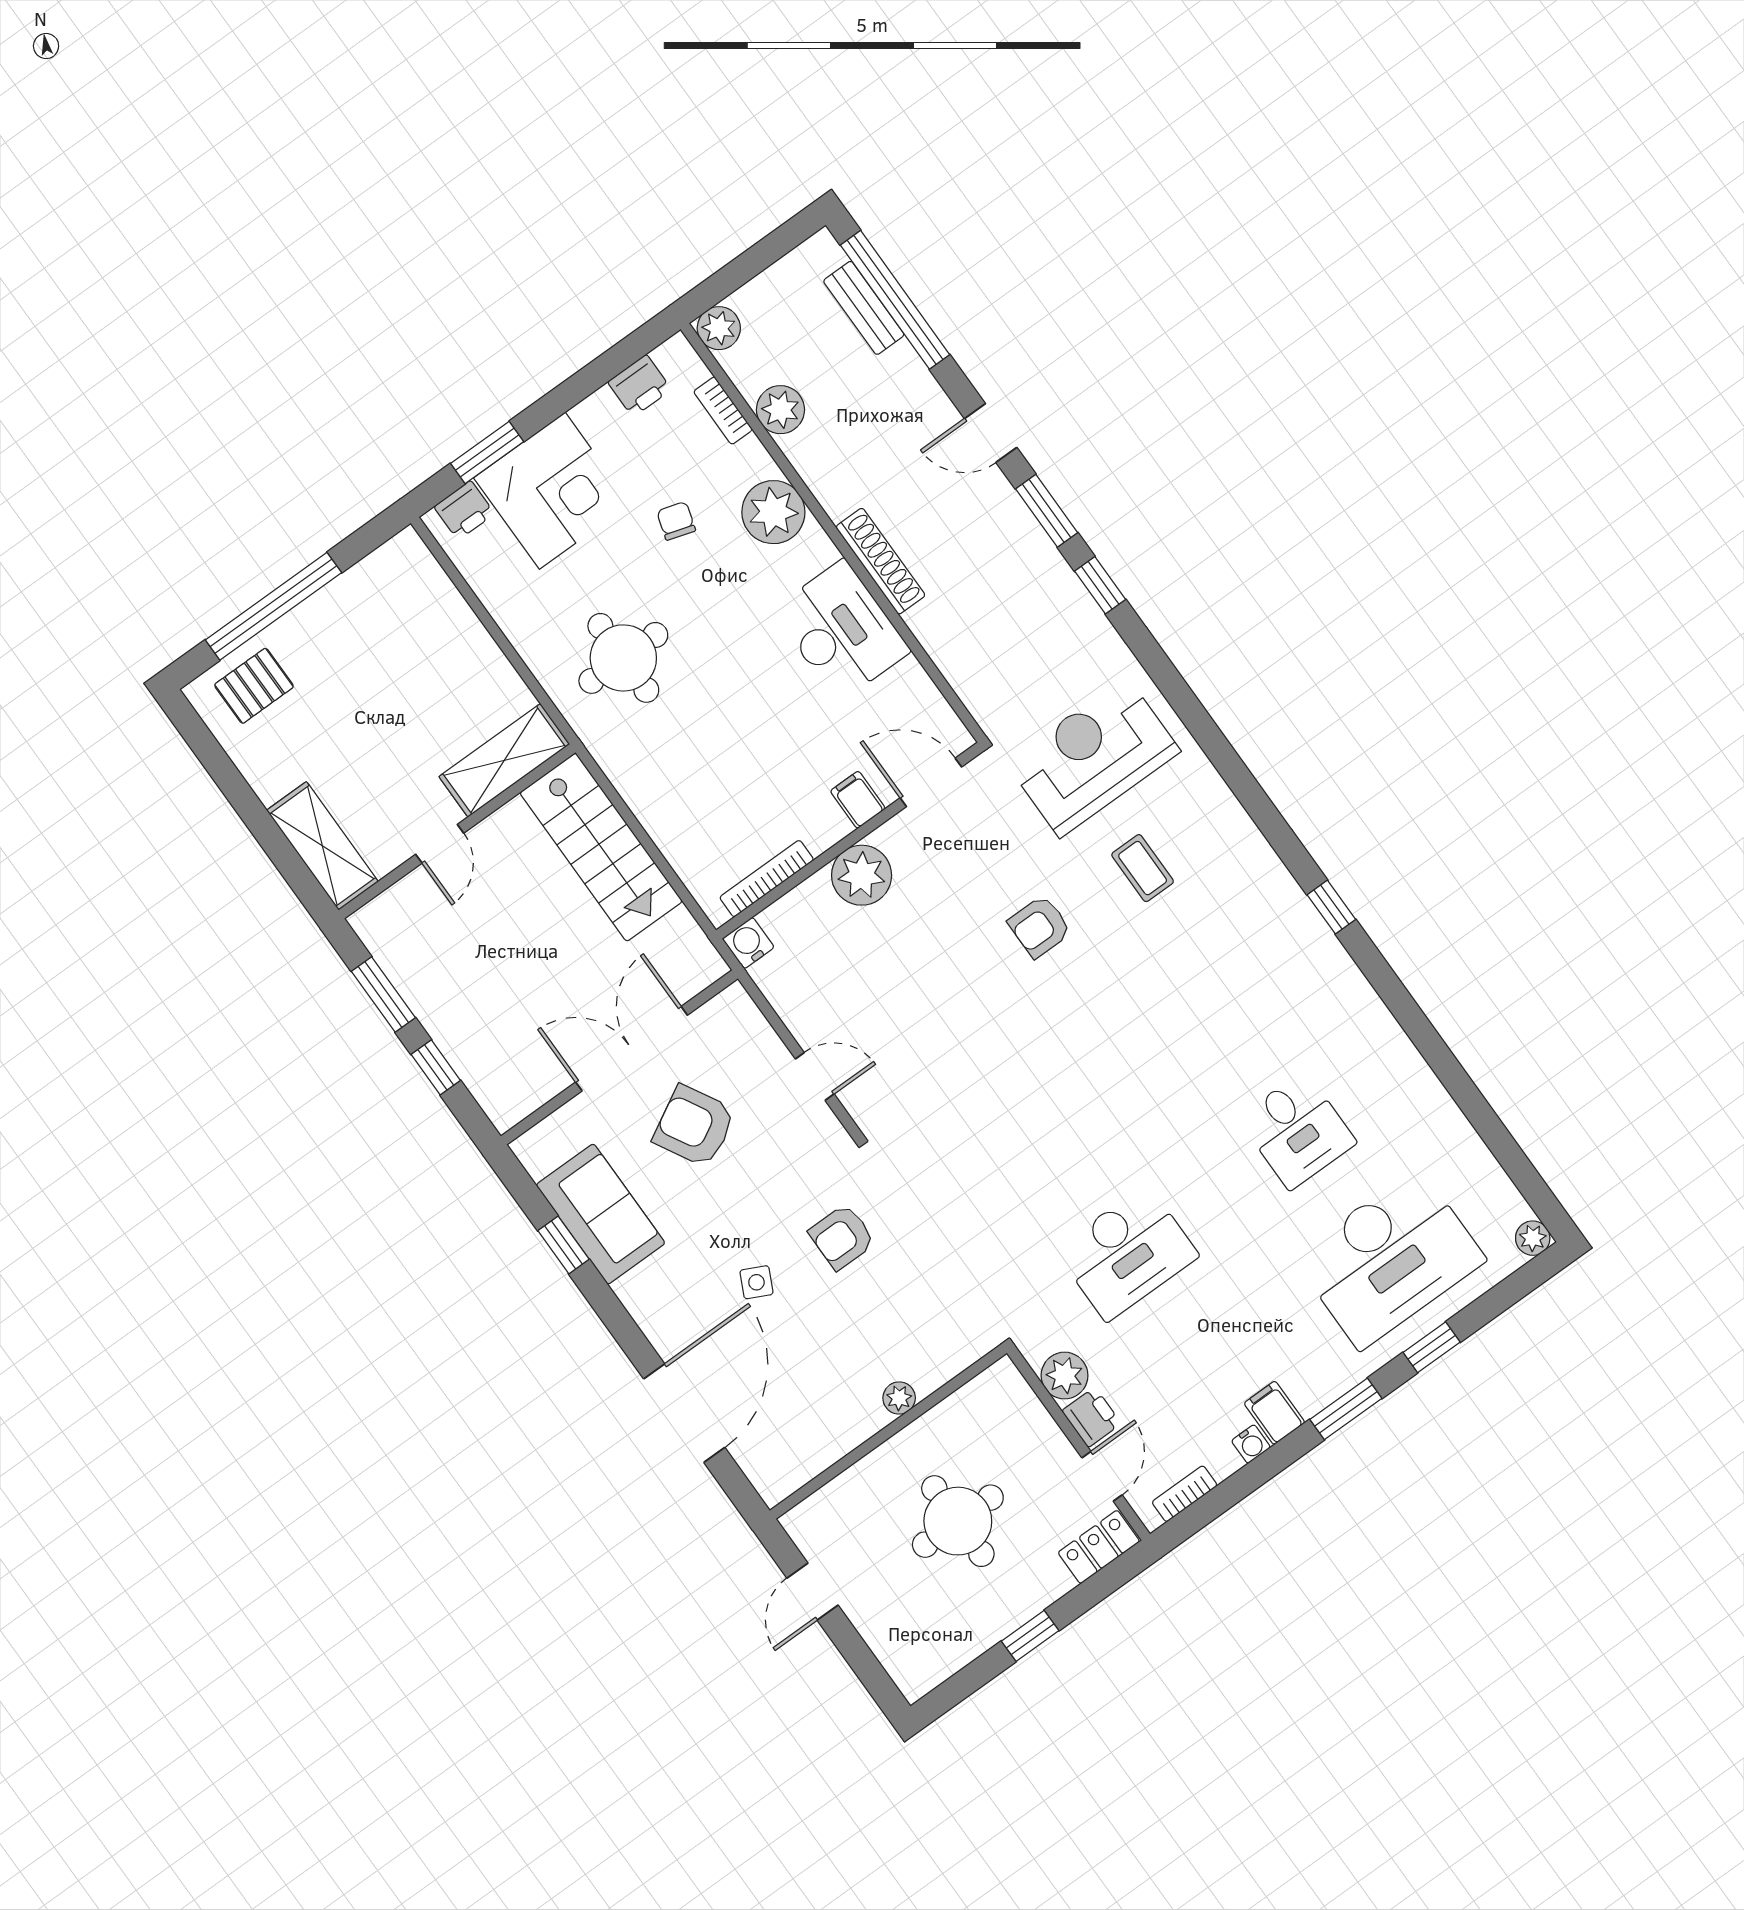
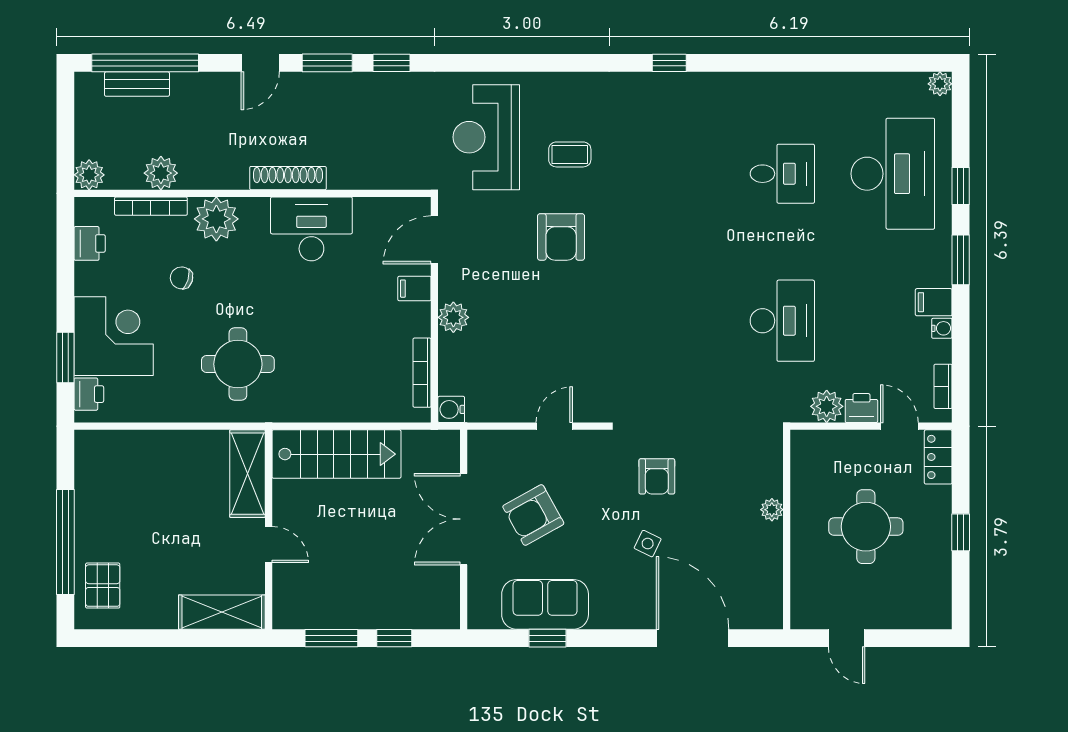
bookcase: (723, 411) -> (151, 206), width x1.56
plant: (862, 875) -> (453, 317), width x0.73, depth x0.73
armchair: (1040, 927) -> (561, 237), width x1.38, depth x1.38

